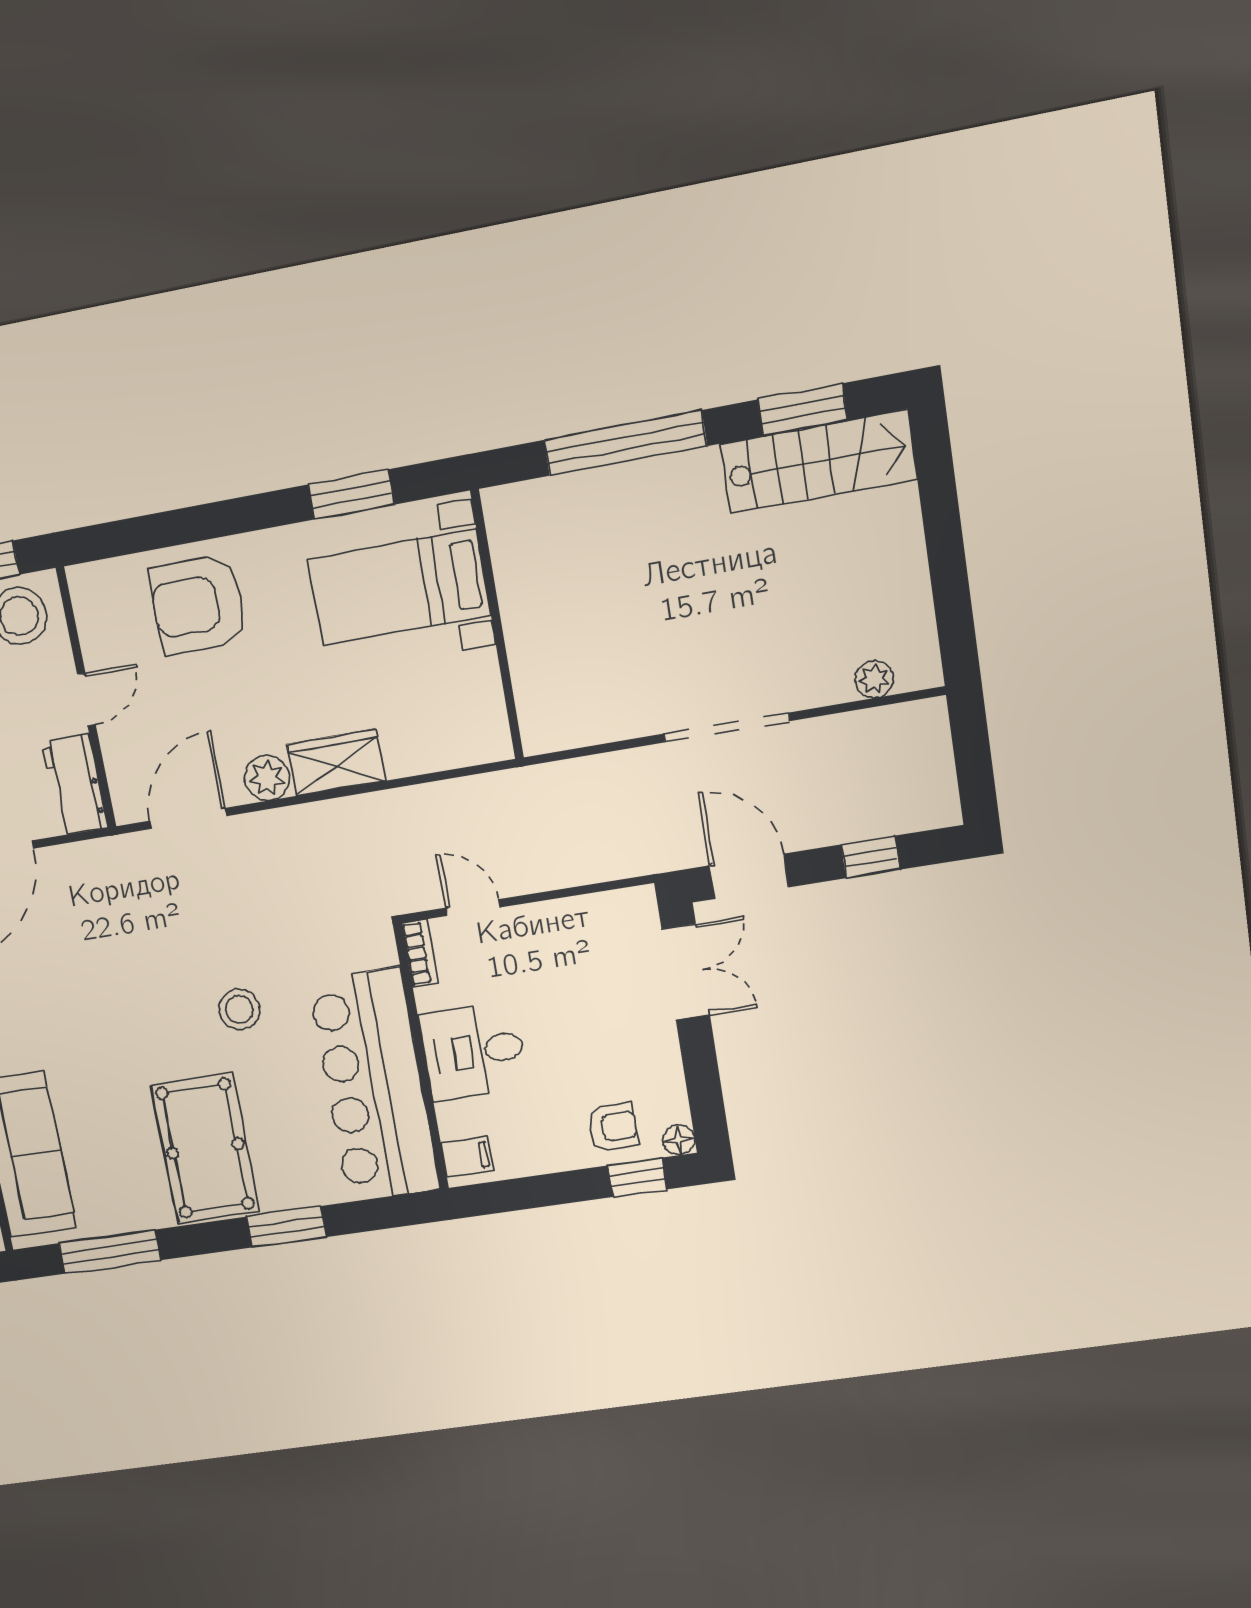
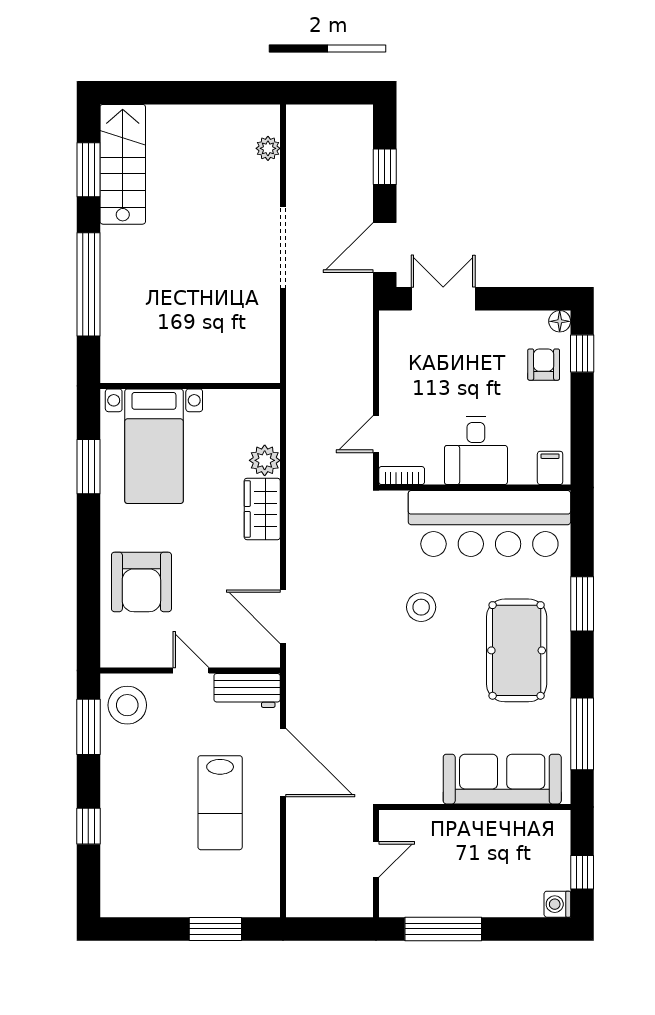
plant: (267, 778) -> (265, 460), moved
pool table: (205, 1148) -> (517, 650), turned 90

